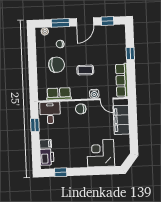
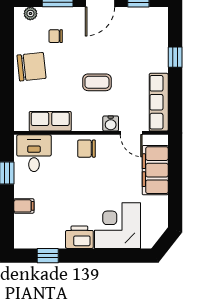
chair: (57, 65) -> (31, 67), moved
printer: (47, 157) -> (79, 237), moved, turned -90

